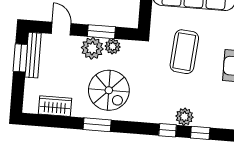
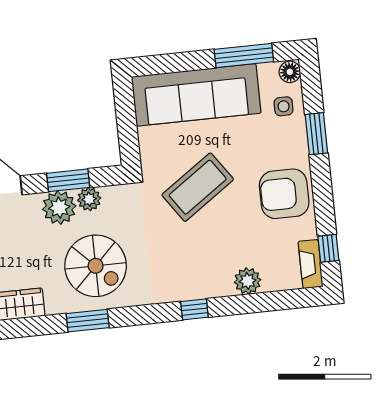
coffee table: (184, 52) -> (198, 187), turned 50
plant: (184, 117) -> (248, 281), moved
window: (200, 133) -> (244, 304), removed

